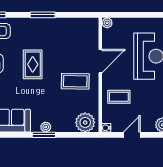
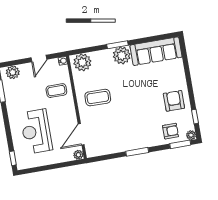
door: (100, 61) -> (81, 134), moved
rug: (33, 64) -> (138, 106), removed
plant: (46, 127) -> (122, 55), width x1.88, depth x1.88

